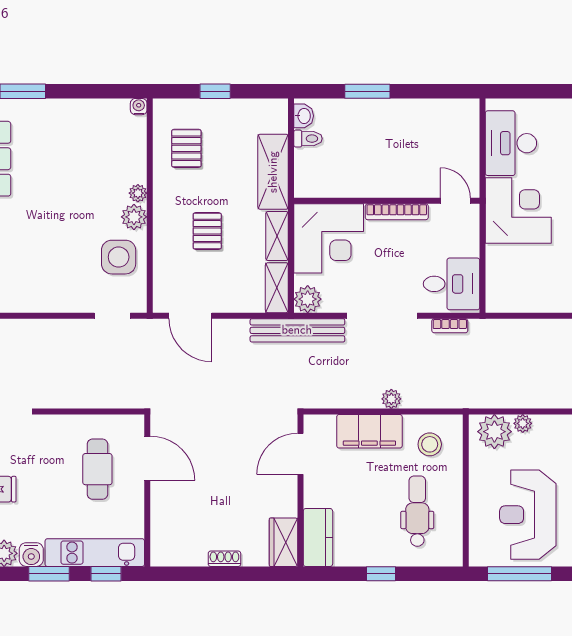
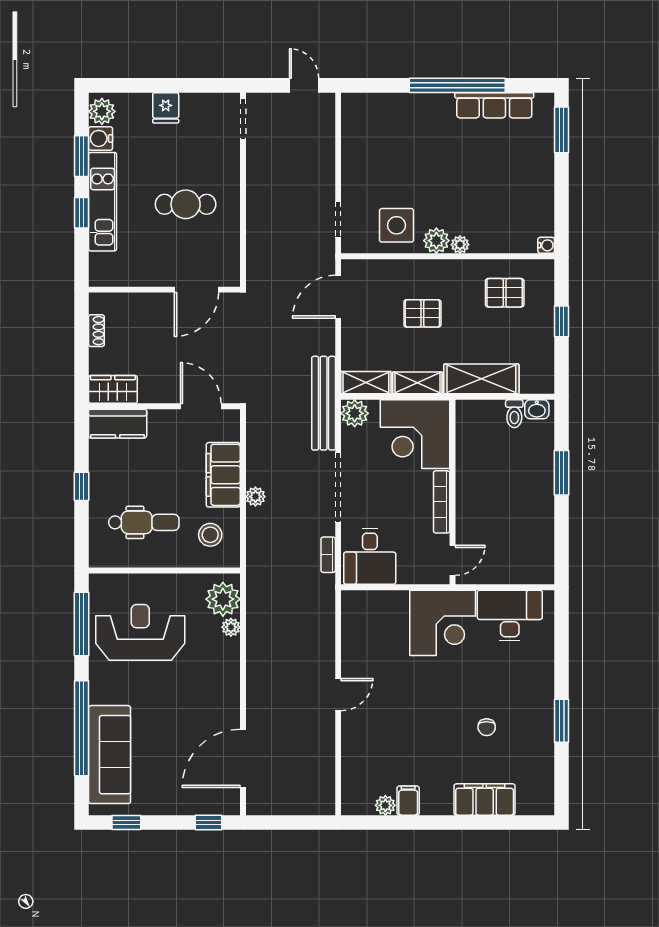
door: (147, 458) -> (196, 290), moved
wall: (147, 490) -> (164, 290), moved

